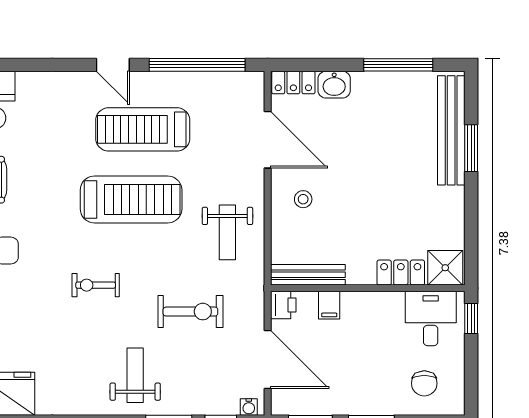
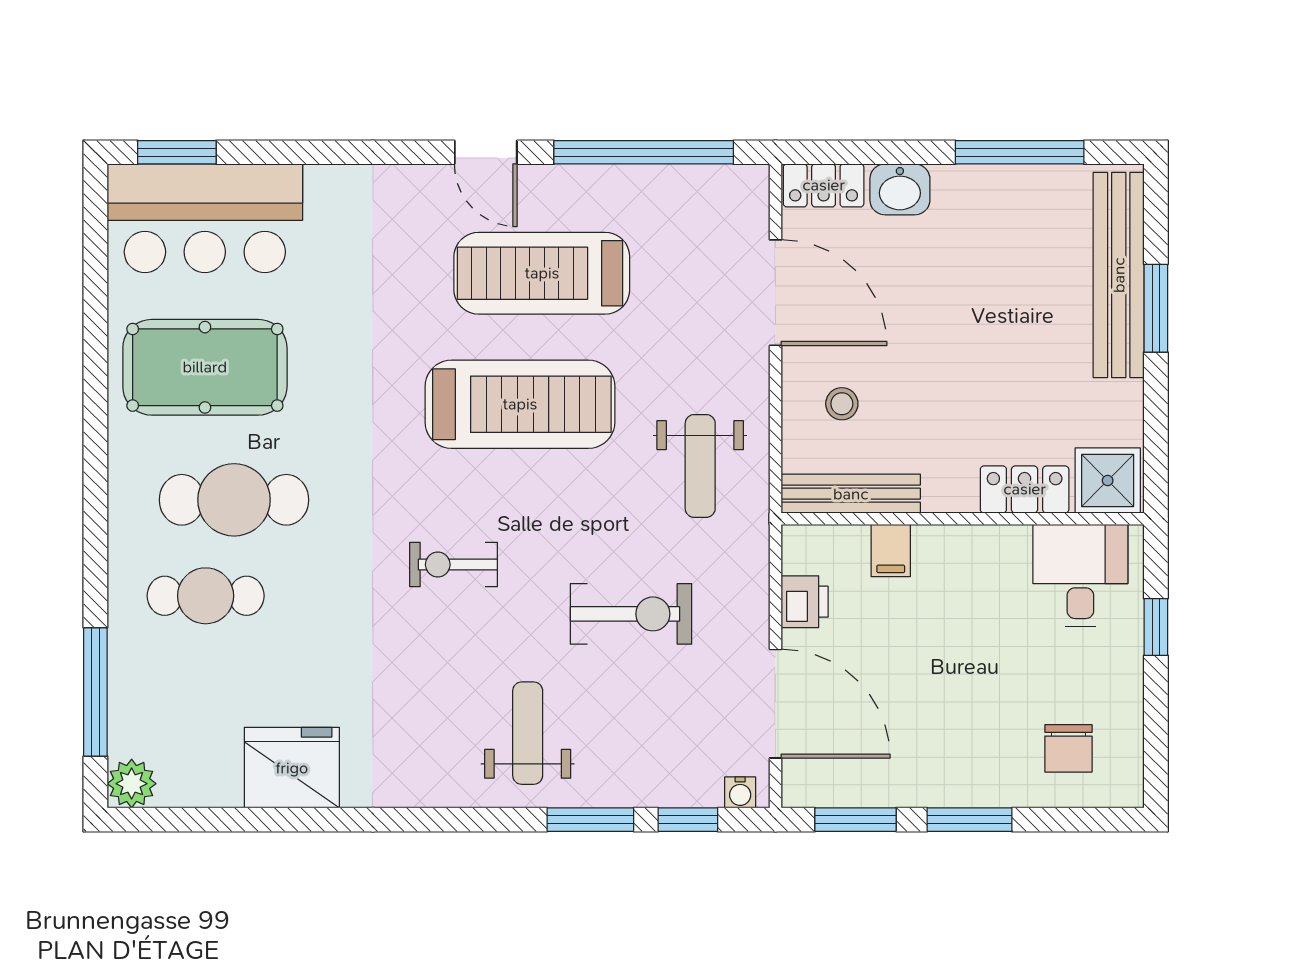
shower: (445, 268) -> (1108, 481), moved
locker: (401, 273) -> (1025, 489), moved
bench: (308, 275) -> (851, 494), moved
wall: (368, 288) -> (963, 519), moved
filing cabinet: (329, 305) -> (891, 551), moved
desk: (431, 319) -> (1080, 576), moved

